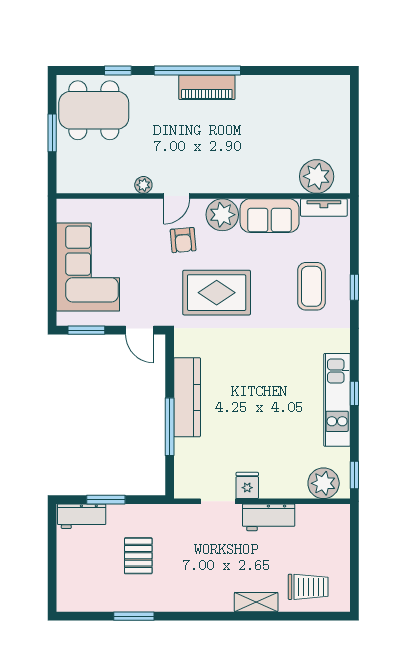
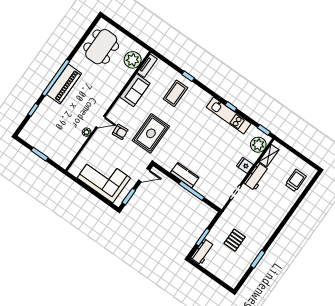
piano: (207, 87) -> (64, 84), width x1.37, depth x1.33
dining table: (94, 110) -> (101, 47), moved
door: (177, 196) -> (101, 122), hinge flipped
plant: (222, 215) -> (121, 109), removed
coffee table: (311, 286) -> (175, 93), turned 90
kitchen counter: (187, 397) -> (185, 175), width x0.67
fridge: (247, 485) -> (245, 165), moved
pallet: (138, 556) -> (235, 240), turned 90
shelving: (256, 602) -> (269, 156), moved

